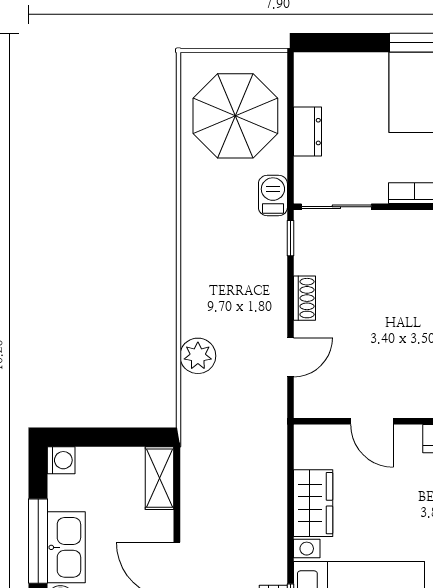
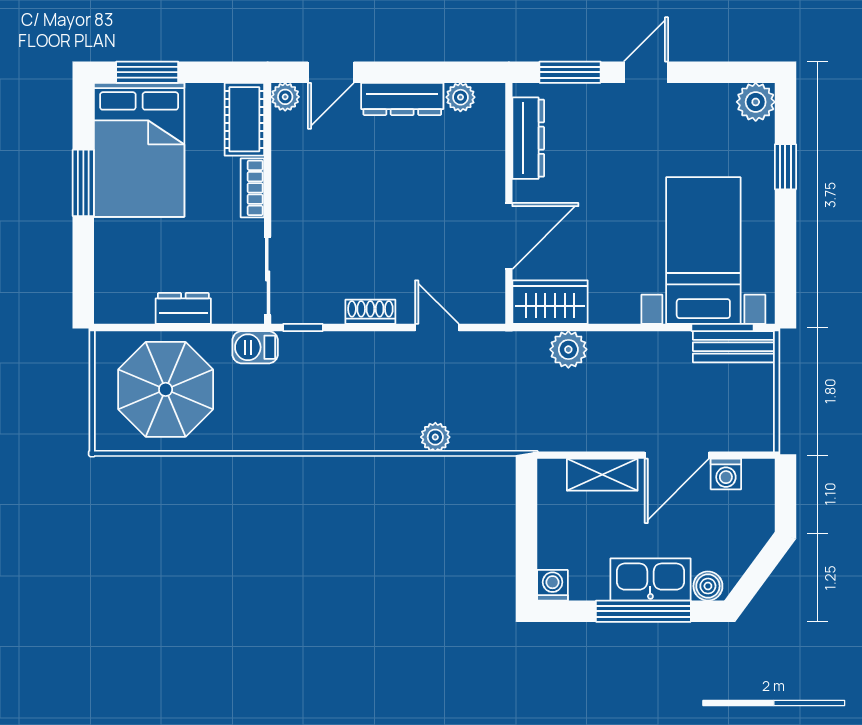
plant: (198, 356) -> (435, 437), width x0.73, depth x0.73
door: (372, 421) -> (509, 236), width x1.38
plant: (271, 474) -> (568, 349), added
shelving: (160, 478) -> (602, 475), moved
wardrobe: (313, 503) -> (550, 302), moved

